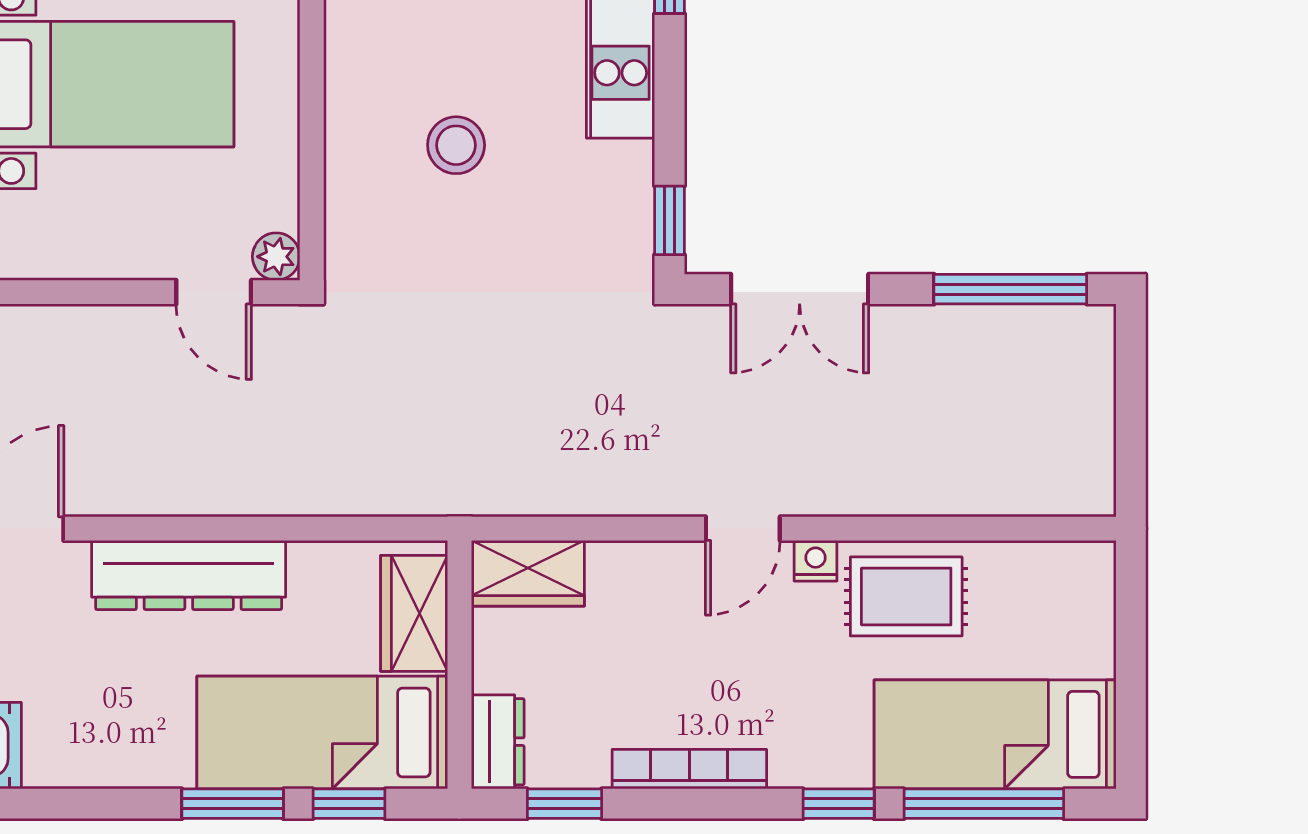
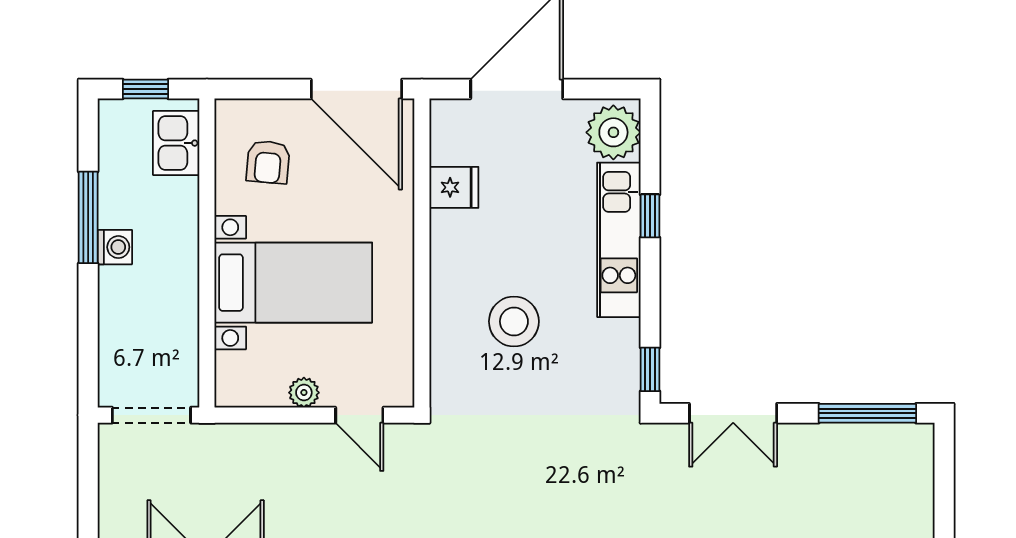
stool: (456, 145) -> (514, 321), width x1.38, depth x1.38
plant: (276, 257) -> (304, 393), moved

